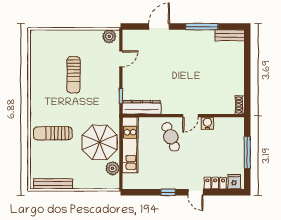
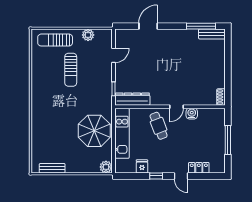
window: (202, 27) -> (201, 26), moved
plant: (109, 36) -> (88, 35), moved
sun lounger: (53, 133) -> (55, 40), moved
plant: (113, 168) -> (106, 167), moved
fridge: (234, 182) -> (142, 166), moved
bench: (53, 184) -> (52, 168), width x0.73

